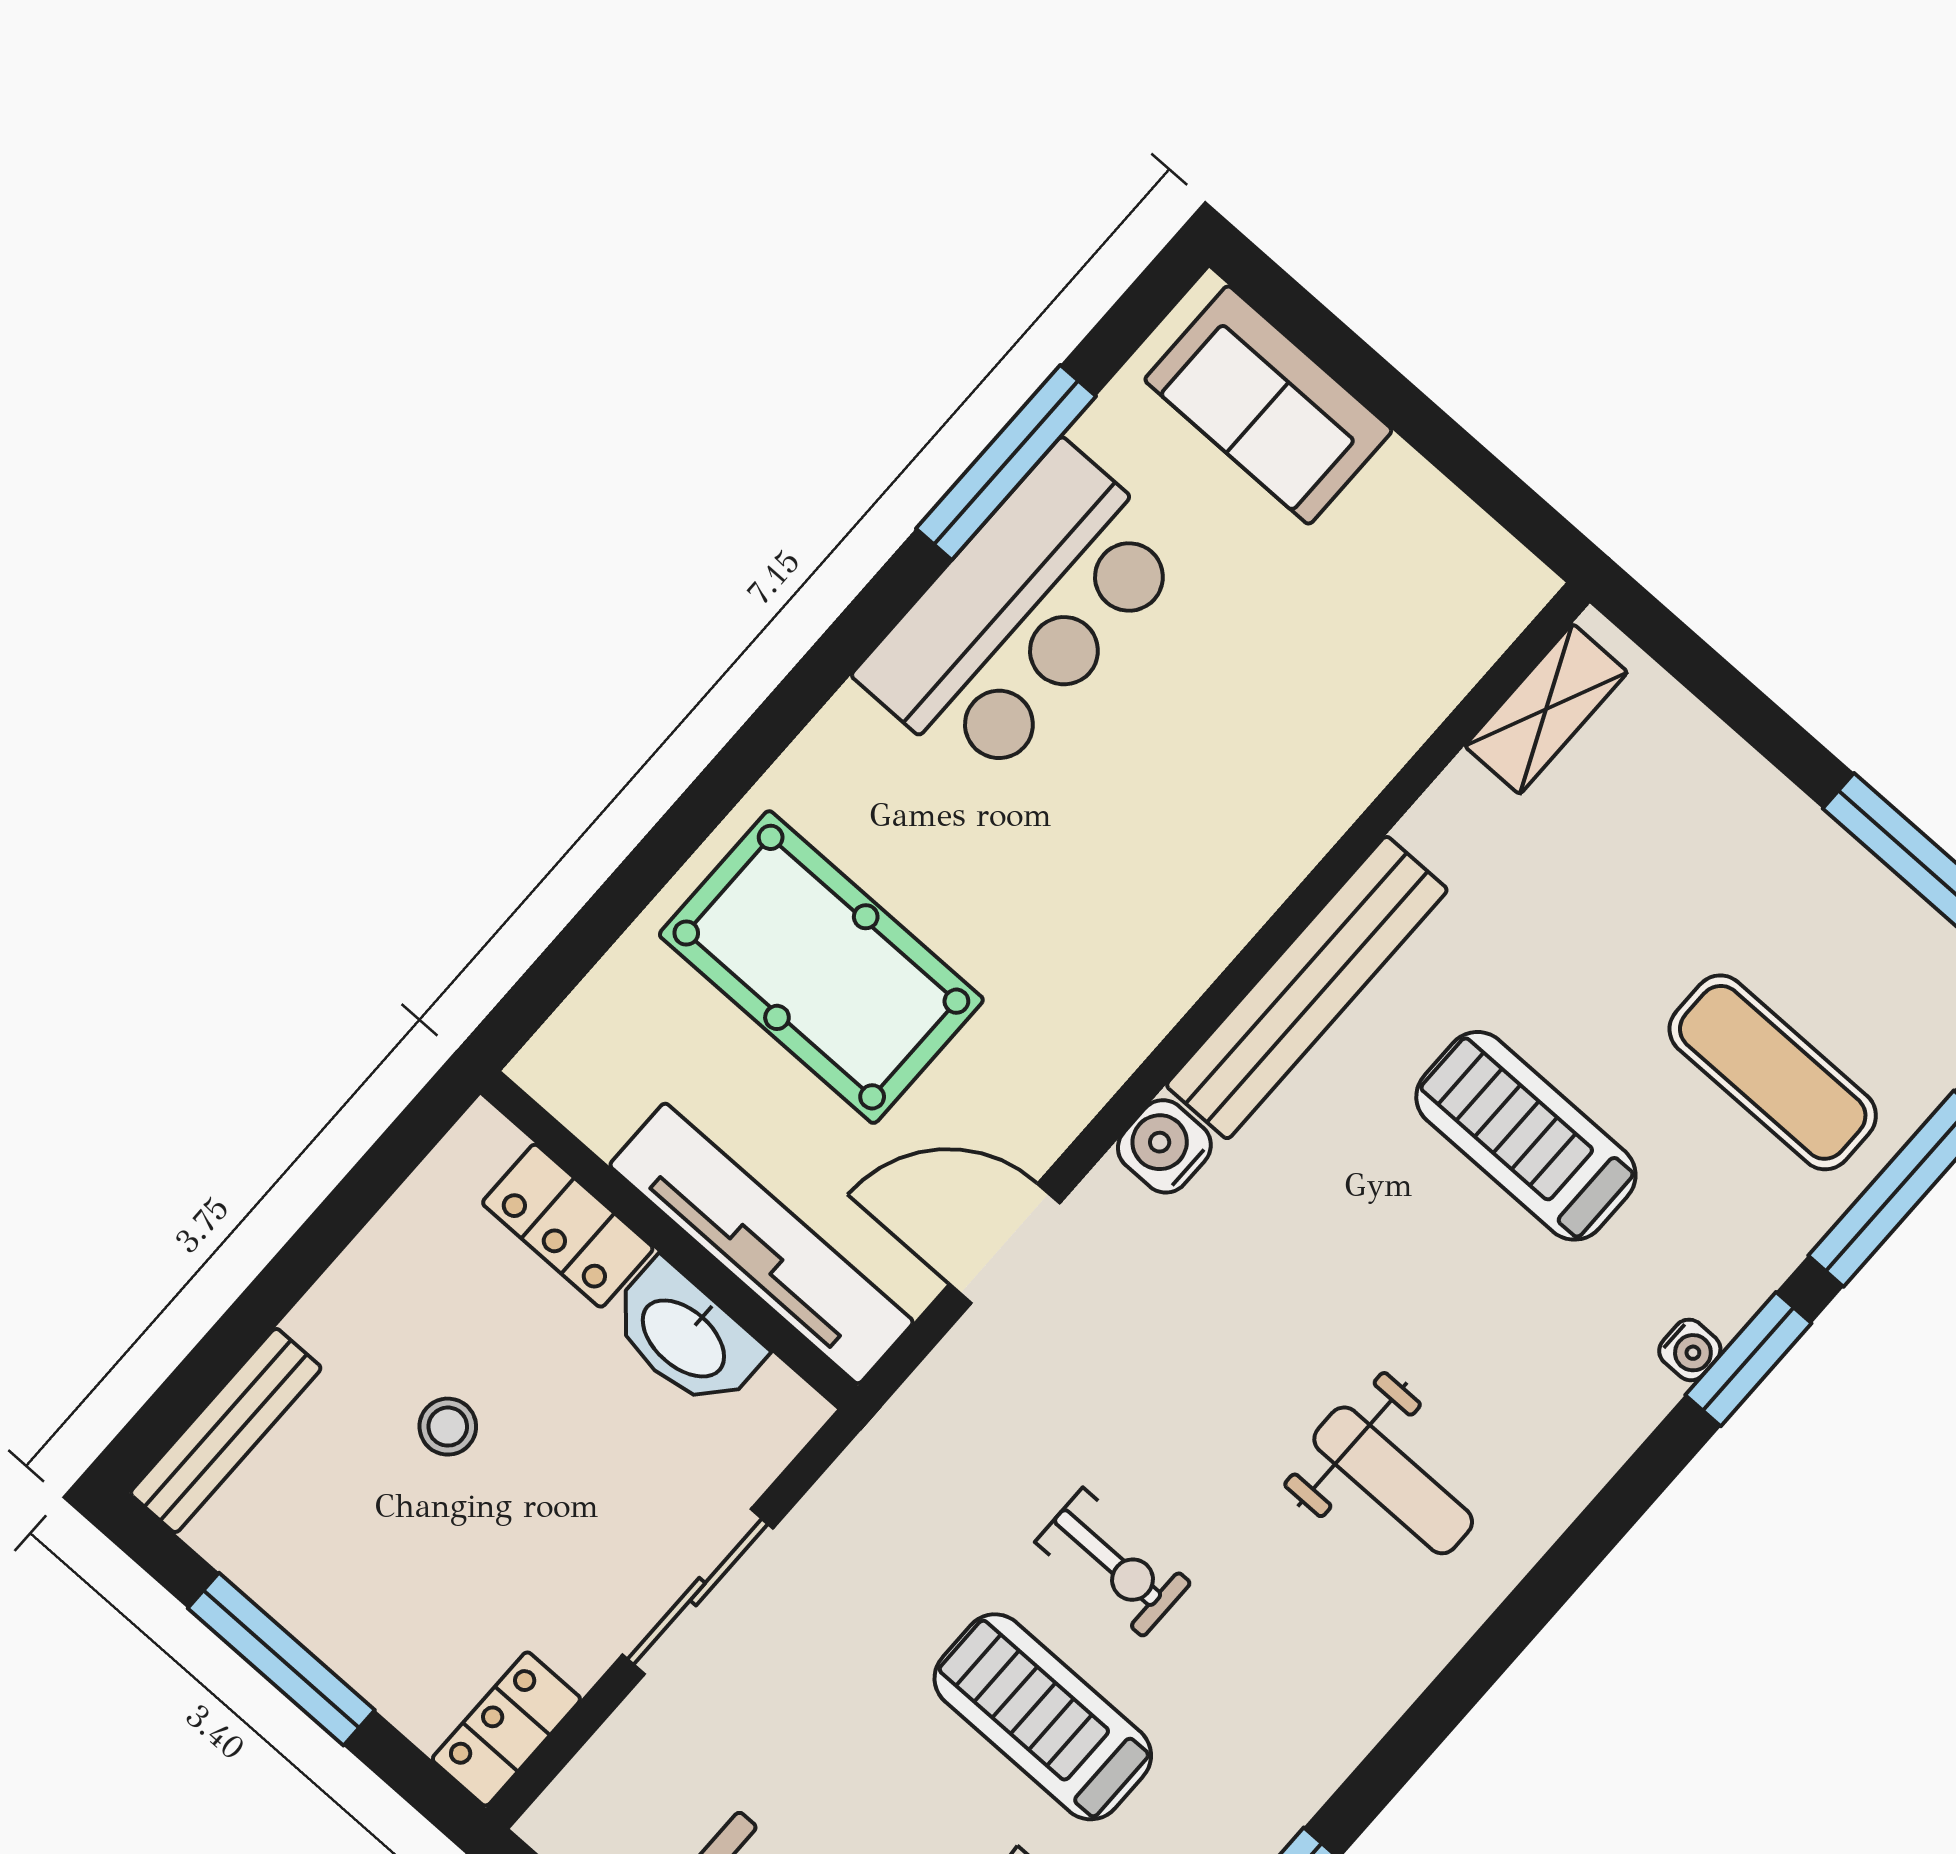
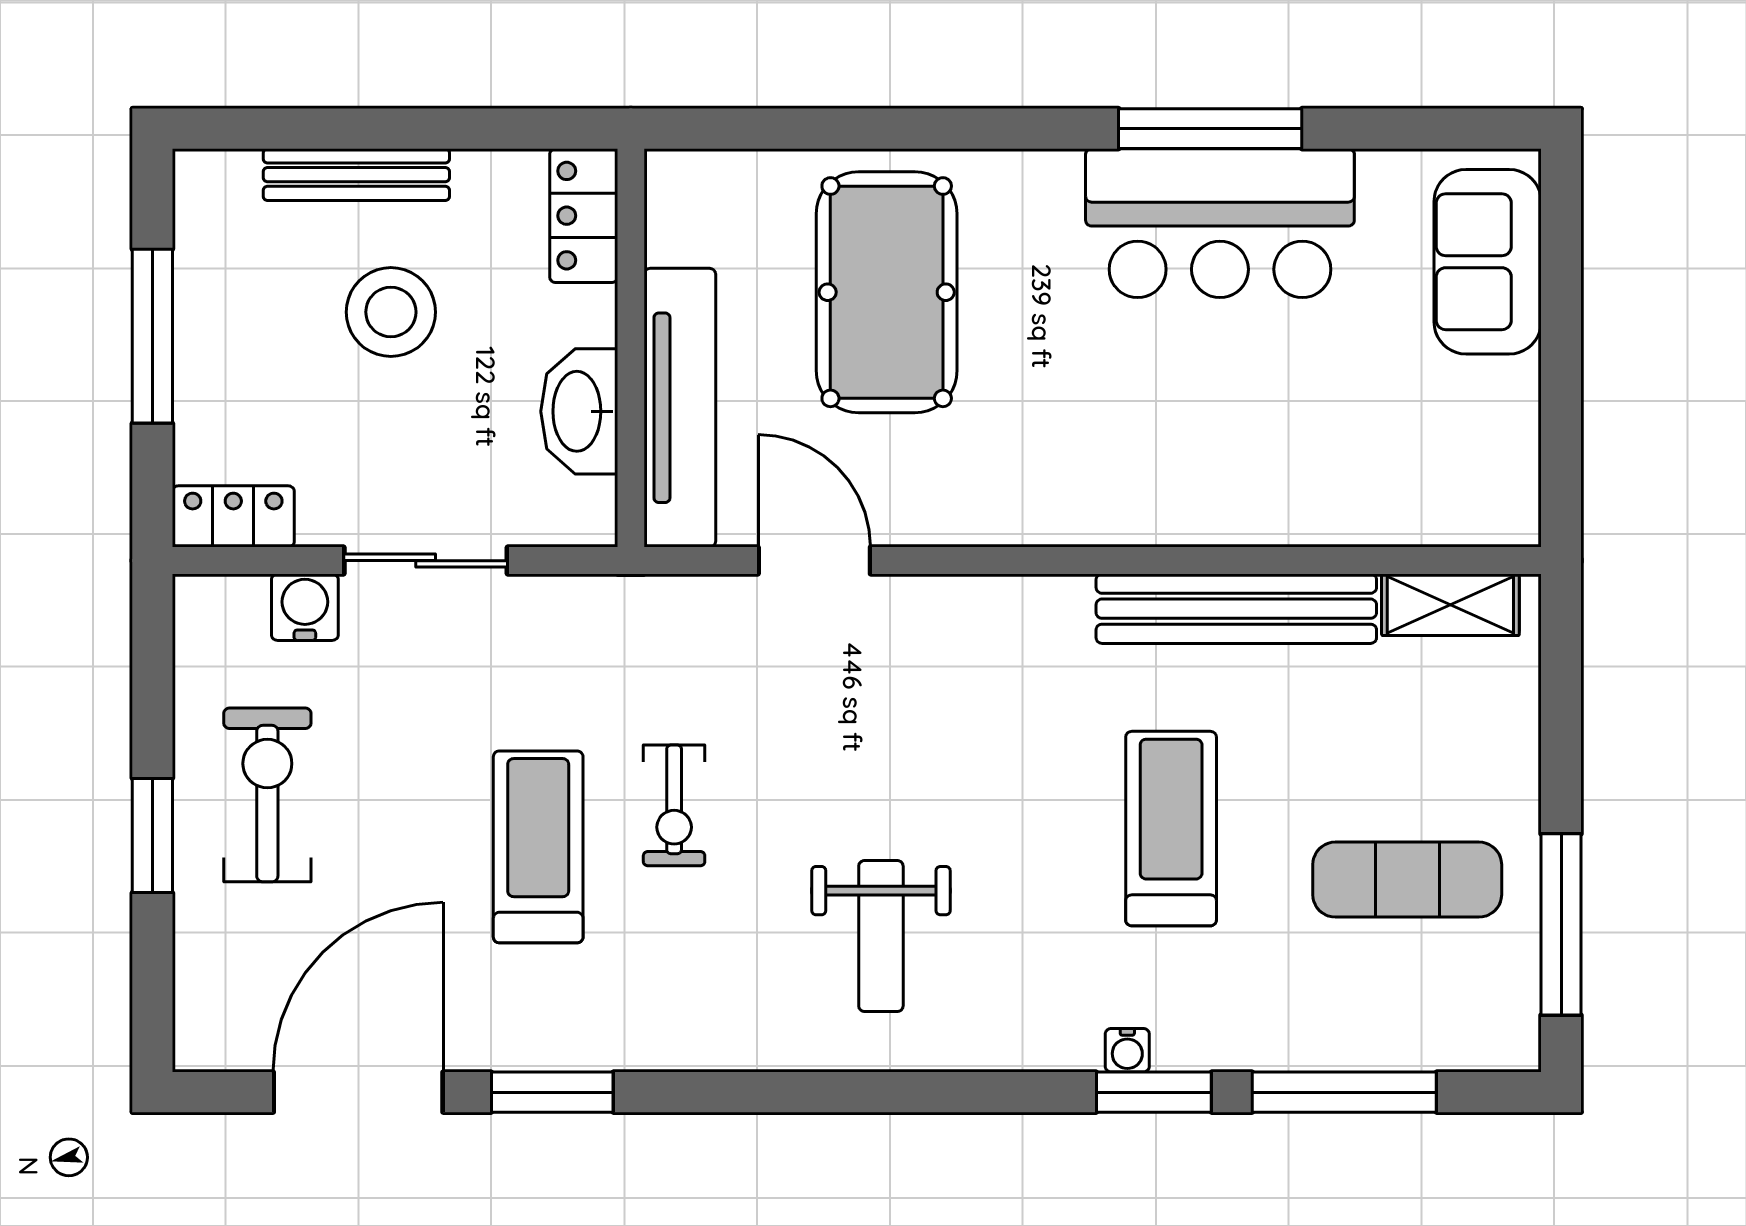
window: (1006, 462) -> (1210, 129), moved
bench: (1307, 988) -> (1236, 609), moved
exercise mat: (1773, 1072) -> (1407, 880), moved, turned 90
water cooler: (1164, 1146) -> (305, 607), moved
locker: (568, 1226) -> (584, 216), moved
stool: (448, 1427) -> (391, 312), width x1.89, depth x1.89
bench: (226, 1431) -> (356, 175), moved

